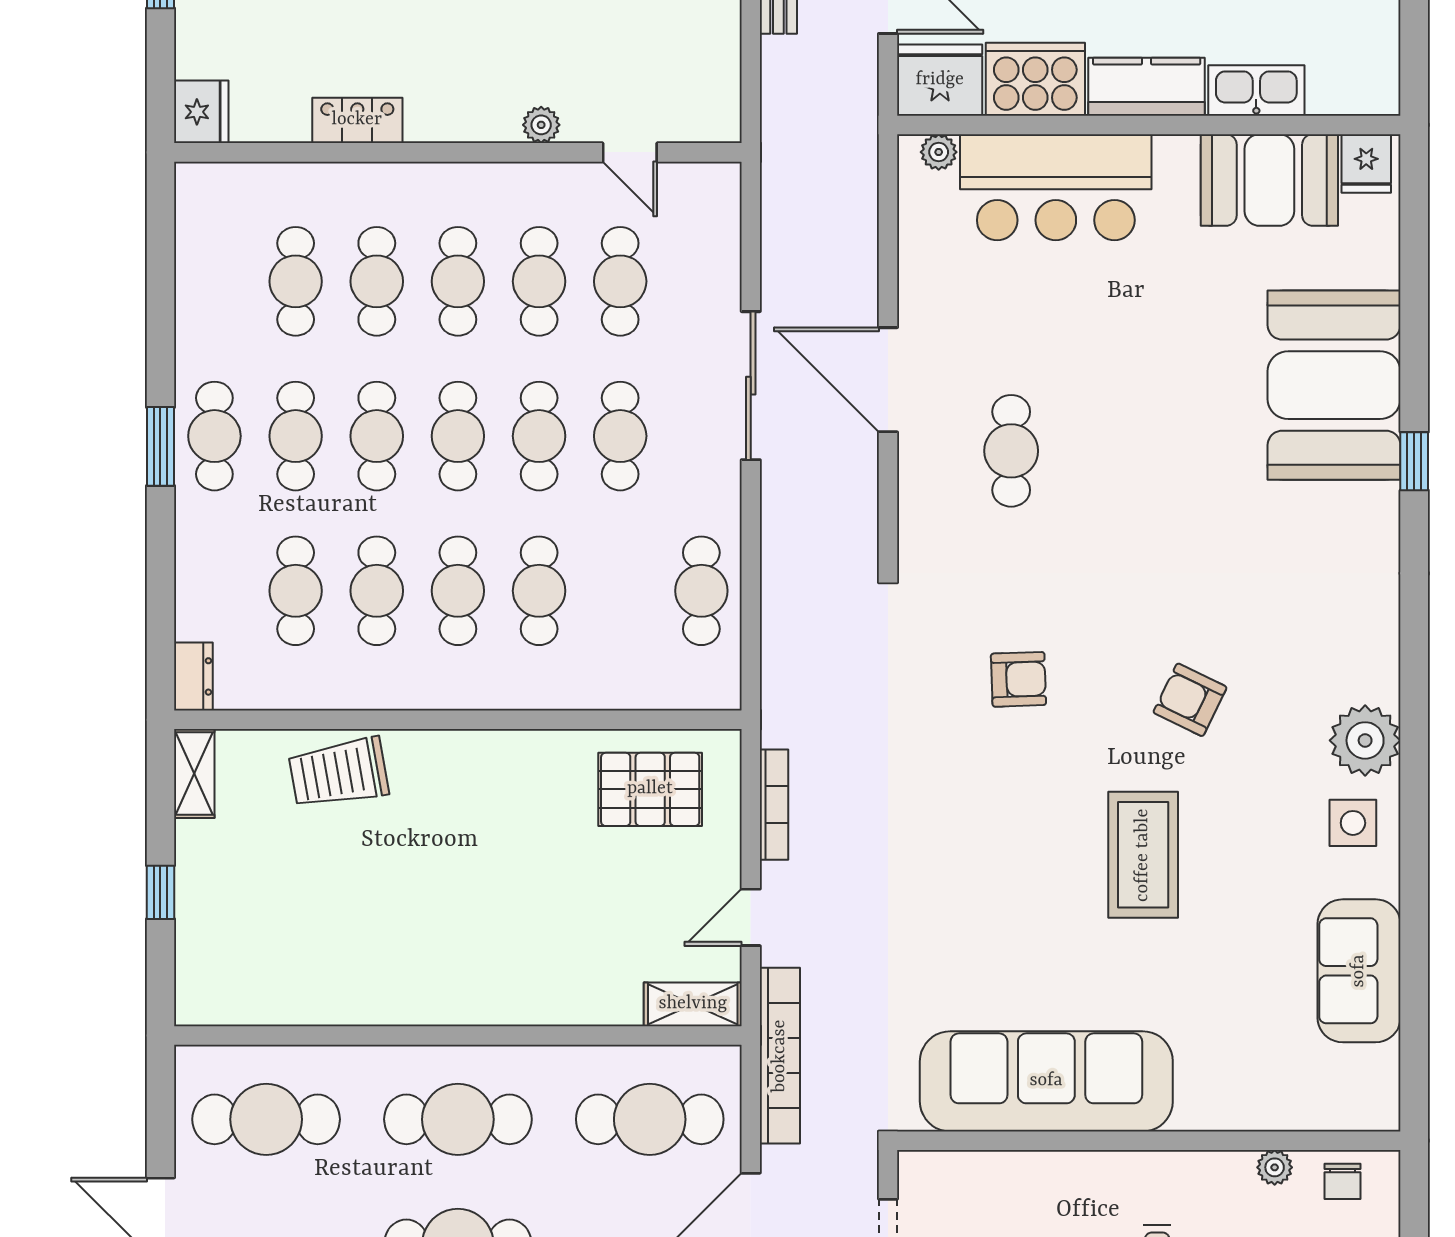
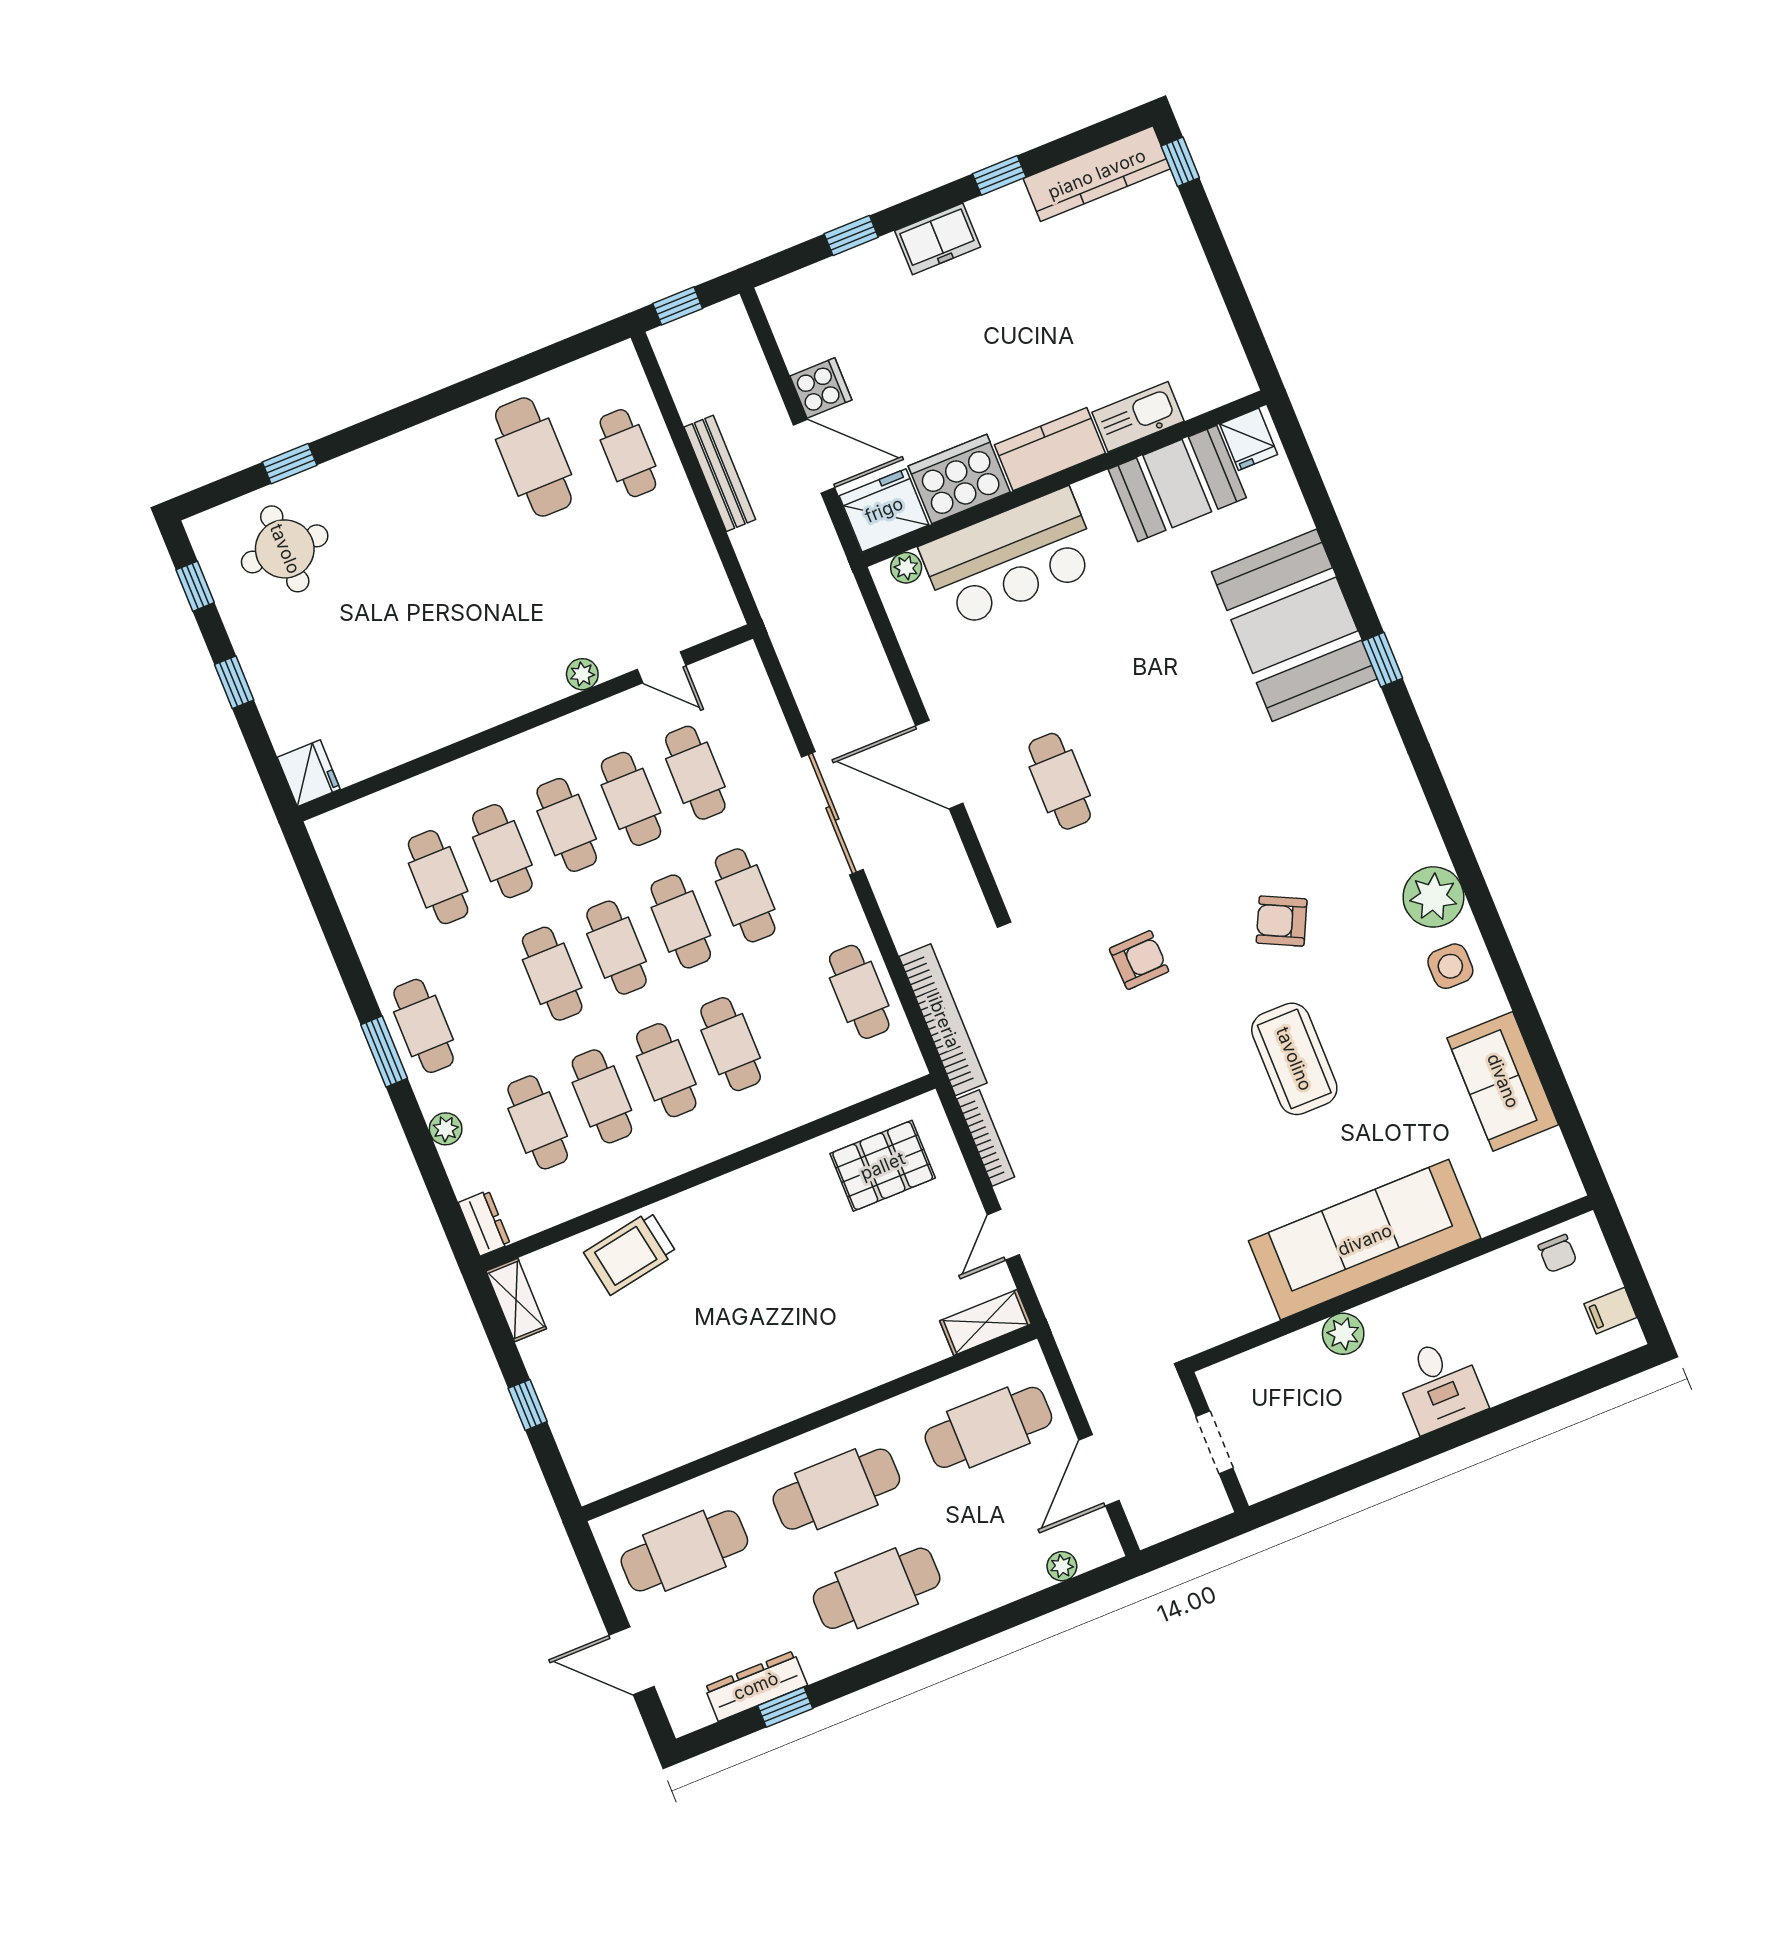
locker: (357, 120) -> (435, 730), removed
cafe table: (296, 436) -> (488, 1000), removed
plant: (193, 557) -> (446, 1129), added
bookcase: (780, 1056) -> (943, 1020), moved
sofa: (1046, 1081) -> (1365, 1240), moved
plant: (1275, 1167) -> (1343, 1334), moved, width x1.38, depth x1.38

